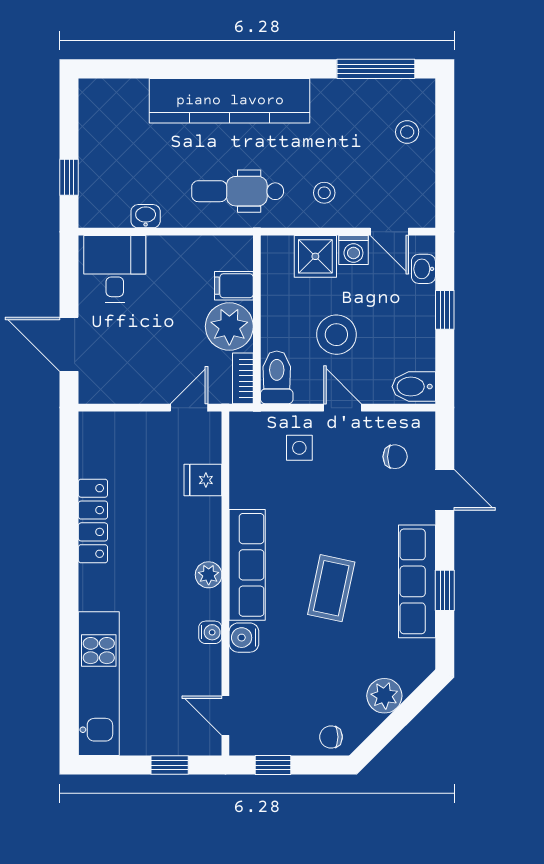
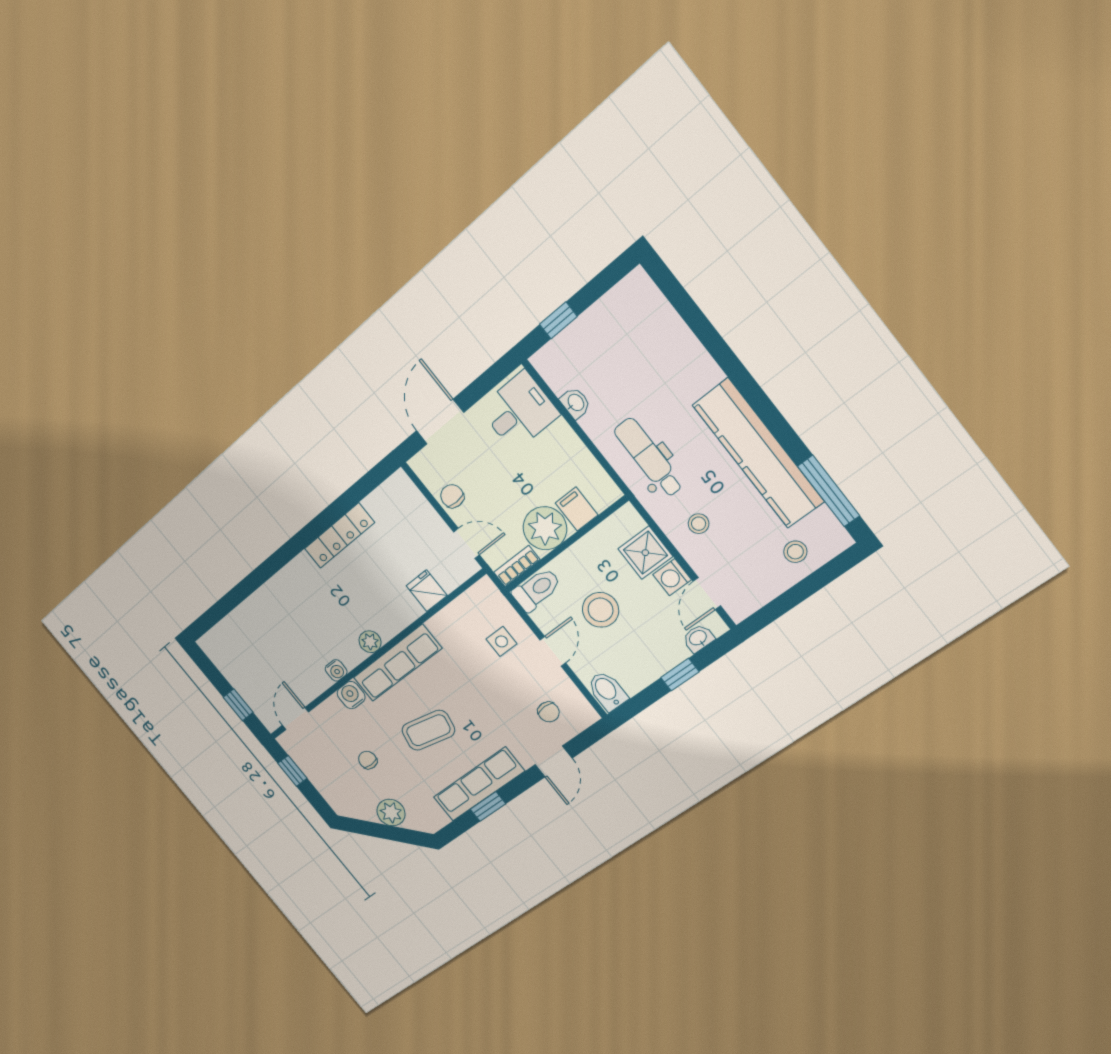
kitchen counter: (230, 101) -> (758, 453), moved
chair: (139, 386) -> (452, 496), added
kitchen unit: (99, 684) -> (246, 621), removed
chair: (331, 737) -> (368, 760), moved

